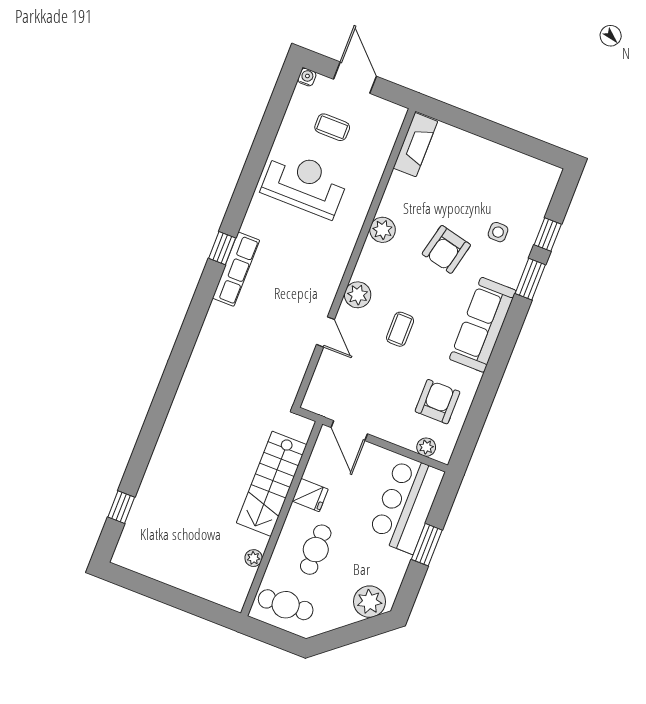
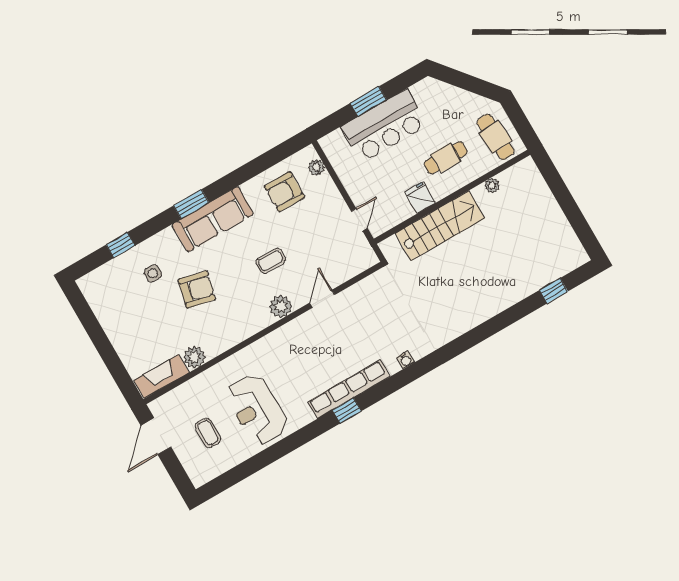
water cooler: (307, 77) -> (406, 360), moved, turned -90
door: (355, 78) -> (156, 436), moved
plant: (383, 230) -> (194, 357), moved
row of seats: (236, 269) -> (349, 389), width x1.36
window: (530, 279) -> (191, 204), moved
door: (349, 431) -> (359, 220), width x0.73
bar counter: (406, 504) -> (384, 126), moved
plant: (370, 602) -> (437, 94), removed

